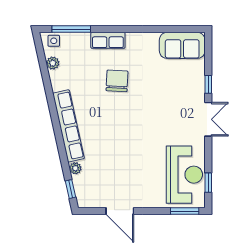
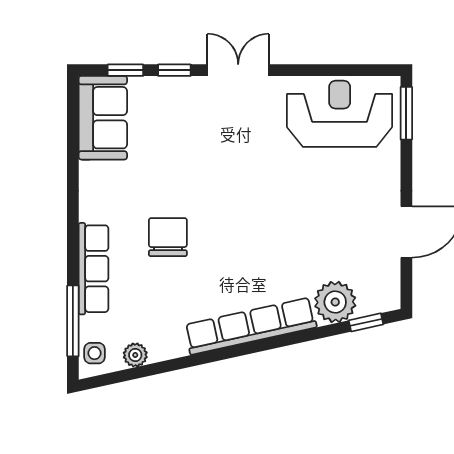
row of seats: (108, 40) -> (94, 269), width x1.48
chair: (117, 81) -> (168, 237), turned 87
plant: (75, 168) -> (335, 302), width x1.87, depth x1.87
window: (208, 183) -> (125, 70), moved

